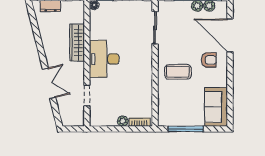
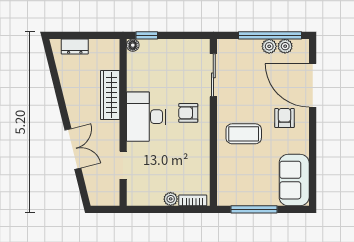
armchair: (136, 56) -> (188, 113), added
armchair: (209, 60) -> (285, 118), turned -90

